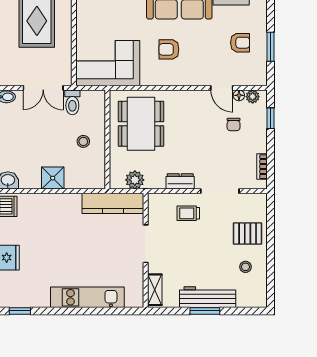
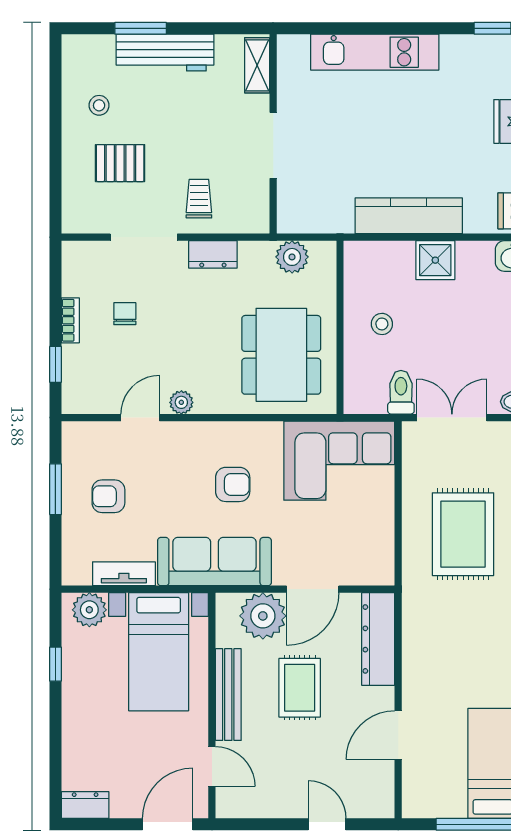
door: (222, 88) -> (140, 418), hinge flipped
floor lamp: (239, 95) -> (110, 404), removed
plant: (253, 97) -> (181, 402), moved
chair: (234, 124) -> (125, 314), moved
bookcase: (262, 167) -> (70, 320), moved
kitchen counter: (113, 203) -> (409, 216), moved
trolley: (188, 213) -> (199, 199), turned -90
pallet: (248, 233) -> (120, 163), moved
window: (205, 311) -> (141, 28), moved

